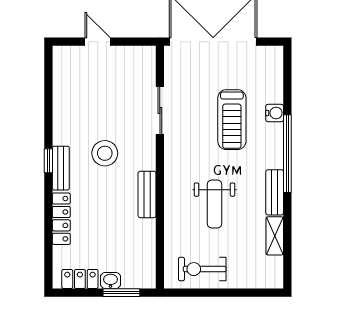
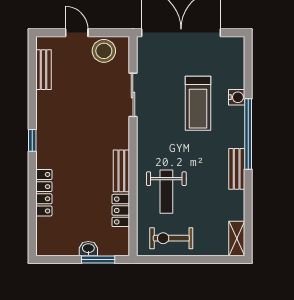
stool: (105, 153) -> (104, 51), moved
bench: (61, 168) -> (43, 70), moved
weight bench: (214, 204) -> (166, 192), moved
shelving: (275, 236) -> (237, 239), moved
locker: (80, 279) -> (121, 210), moved, turned -90

